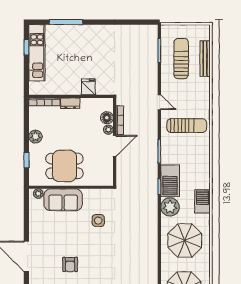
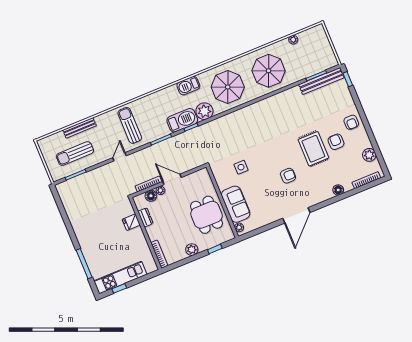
bench: (205, 59) -> (80, 128), moved
dresser: (70, 103) -> (146, 217), moved

